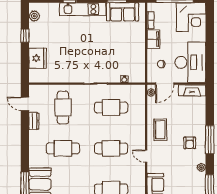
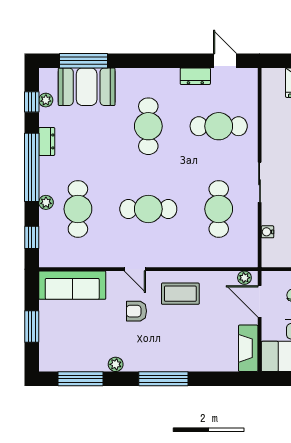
door: (25, 104) -> (225, 61), hinge flipped
armchair: (190, 143) -> (136, 311), moved
cafe table: (111, 148) -> (148, 209), turned 90
door: (146, 156) -> (135, 269), swing flipped

